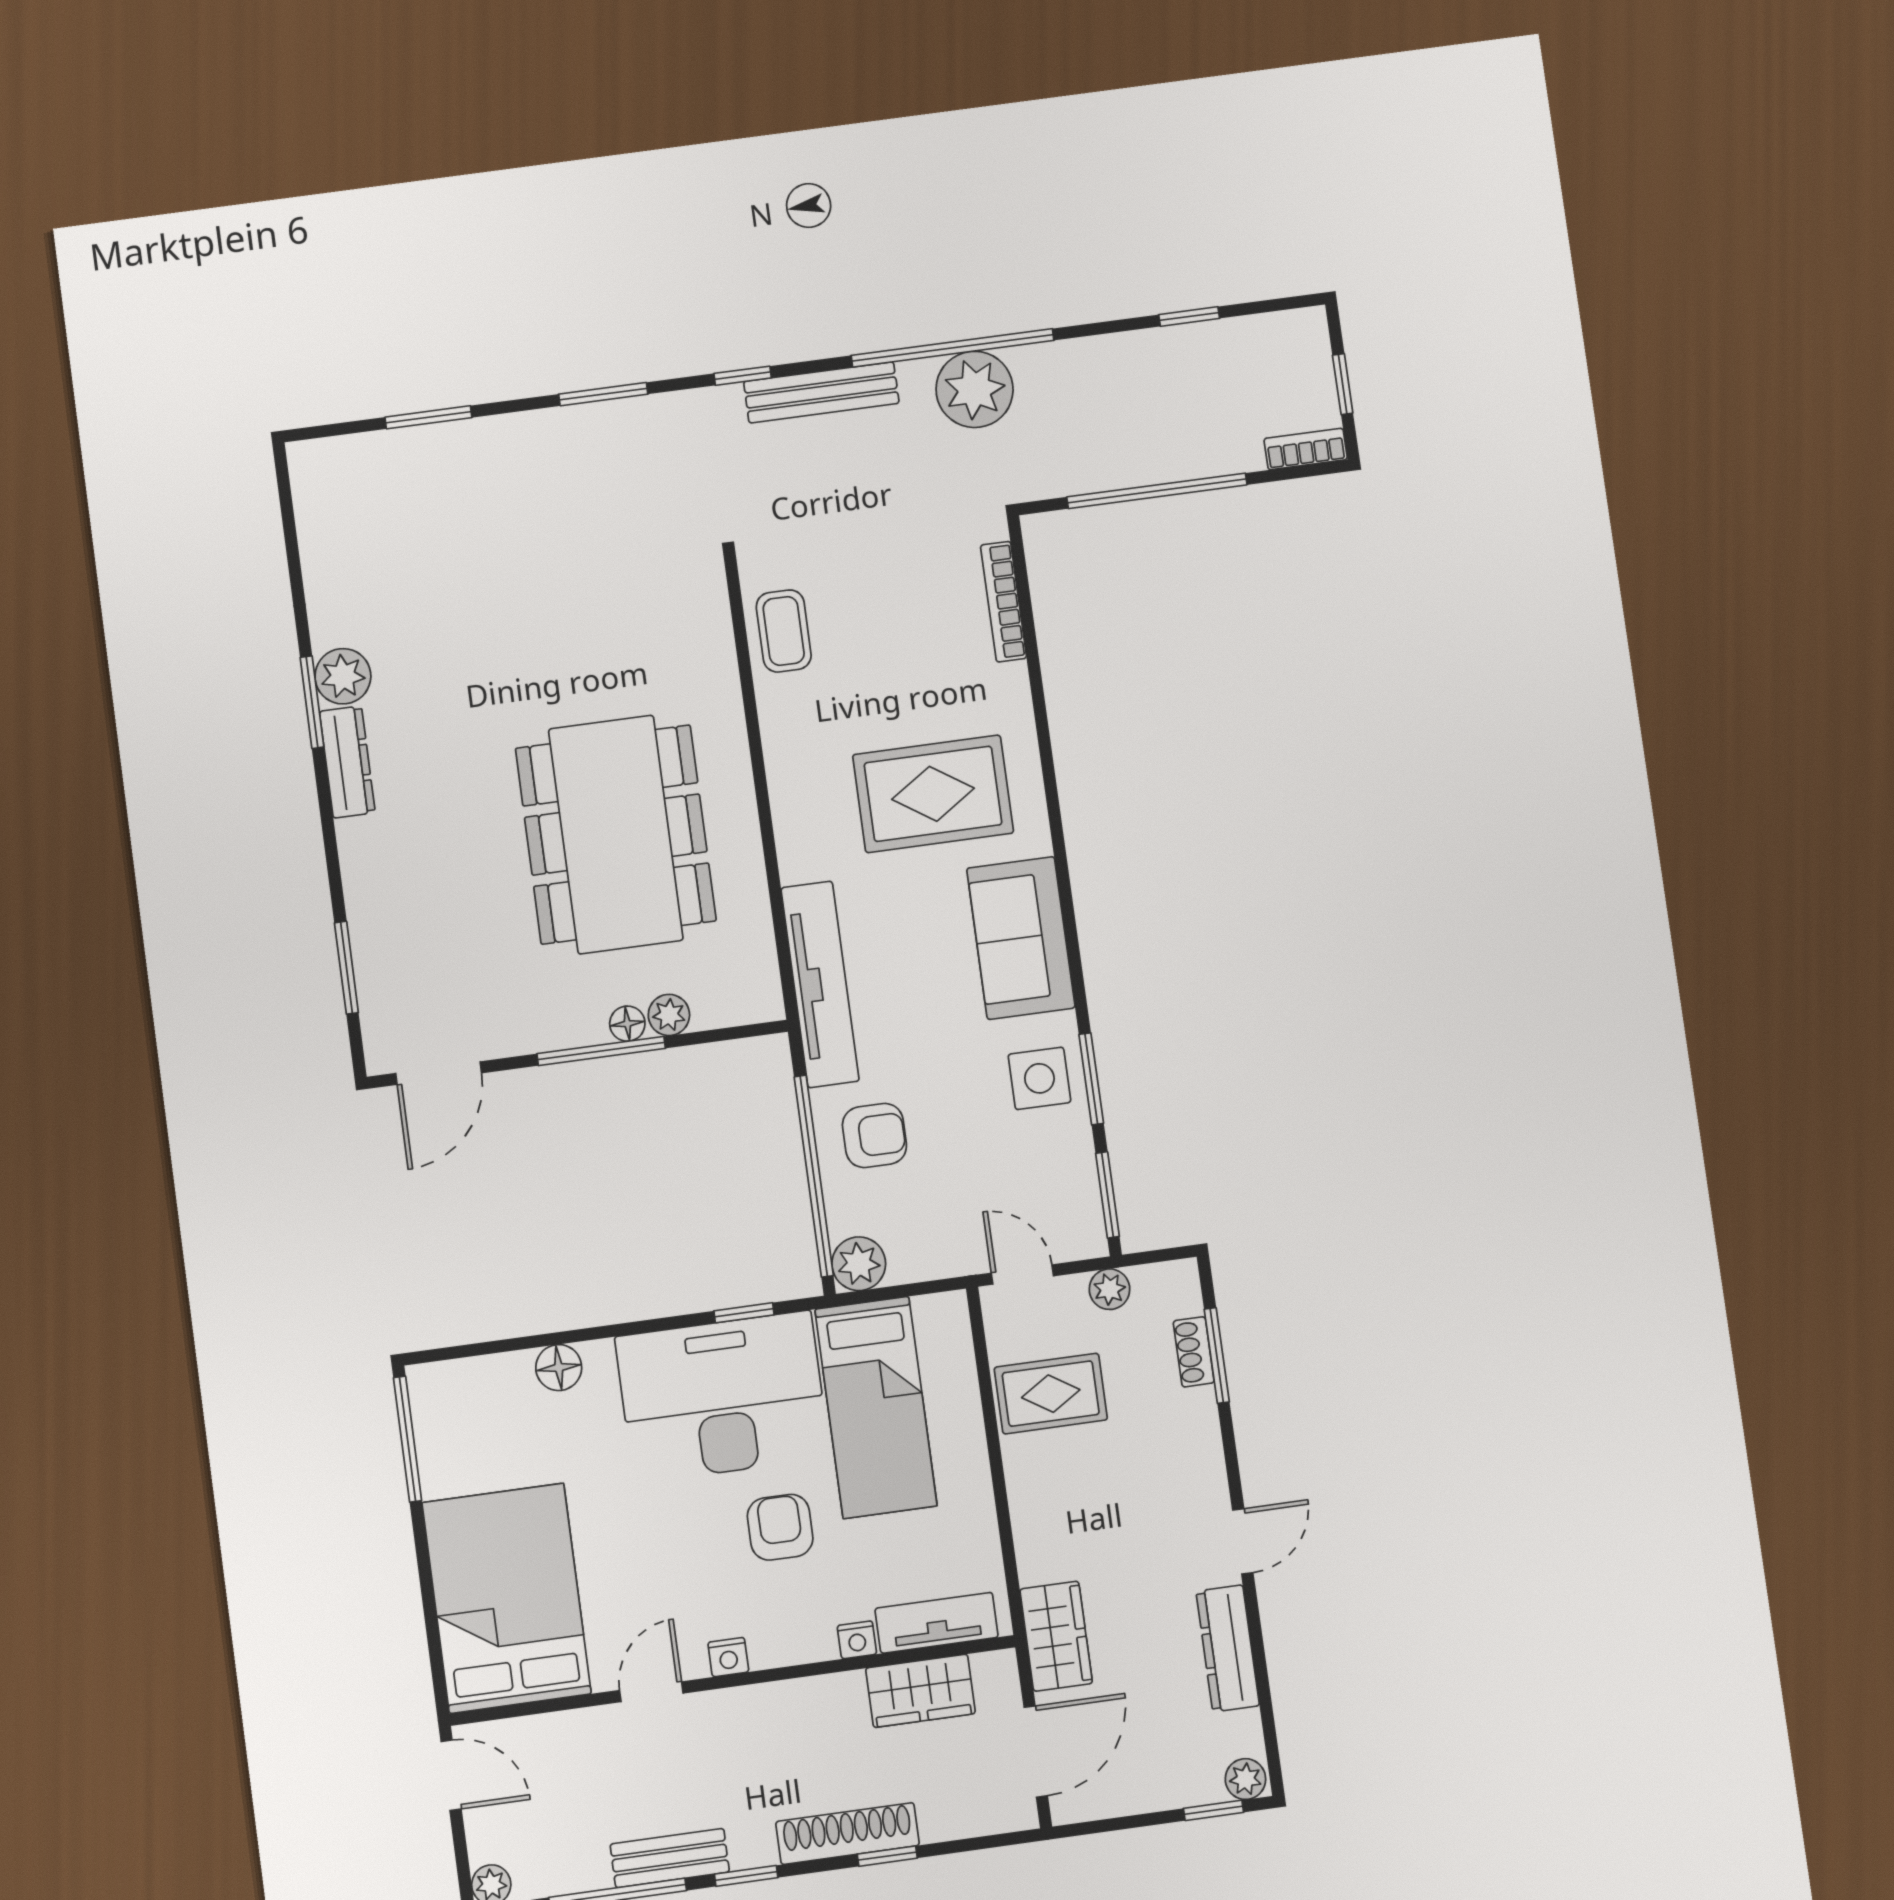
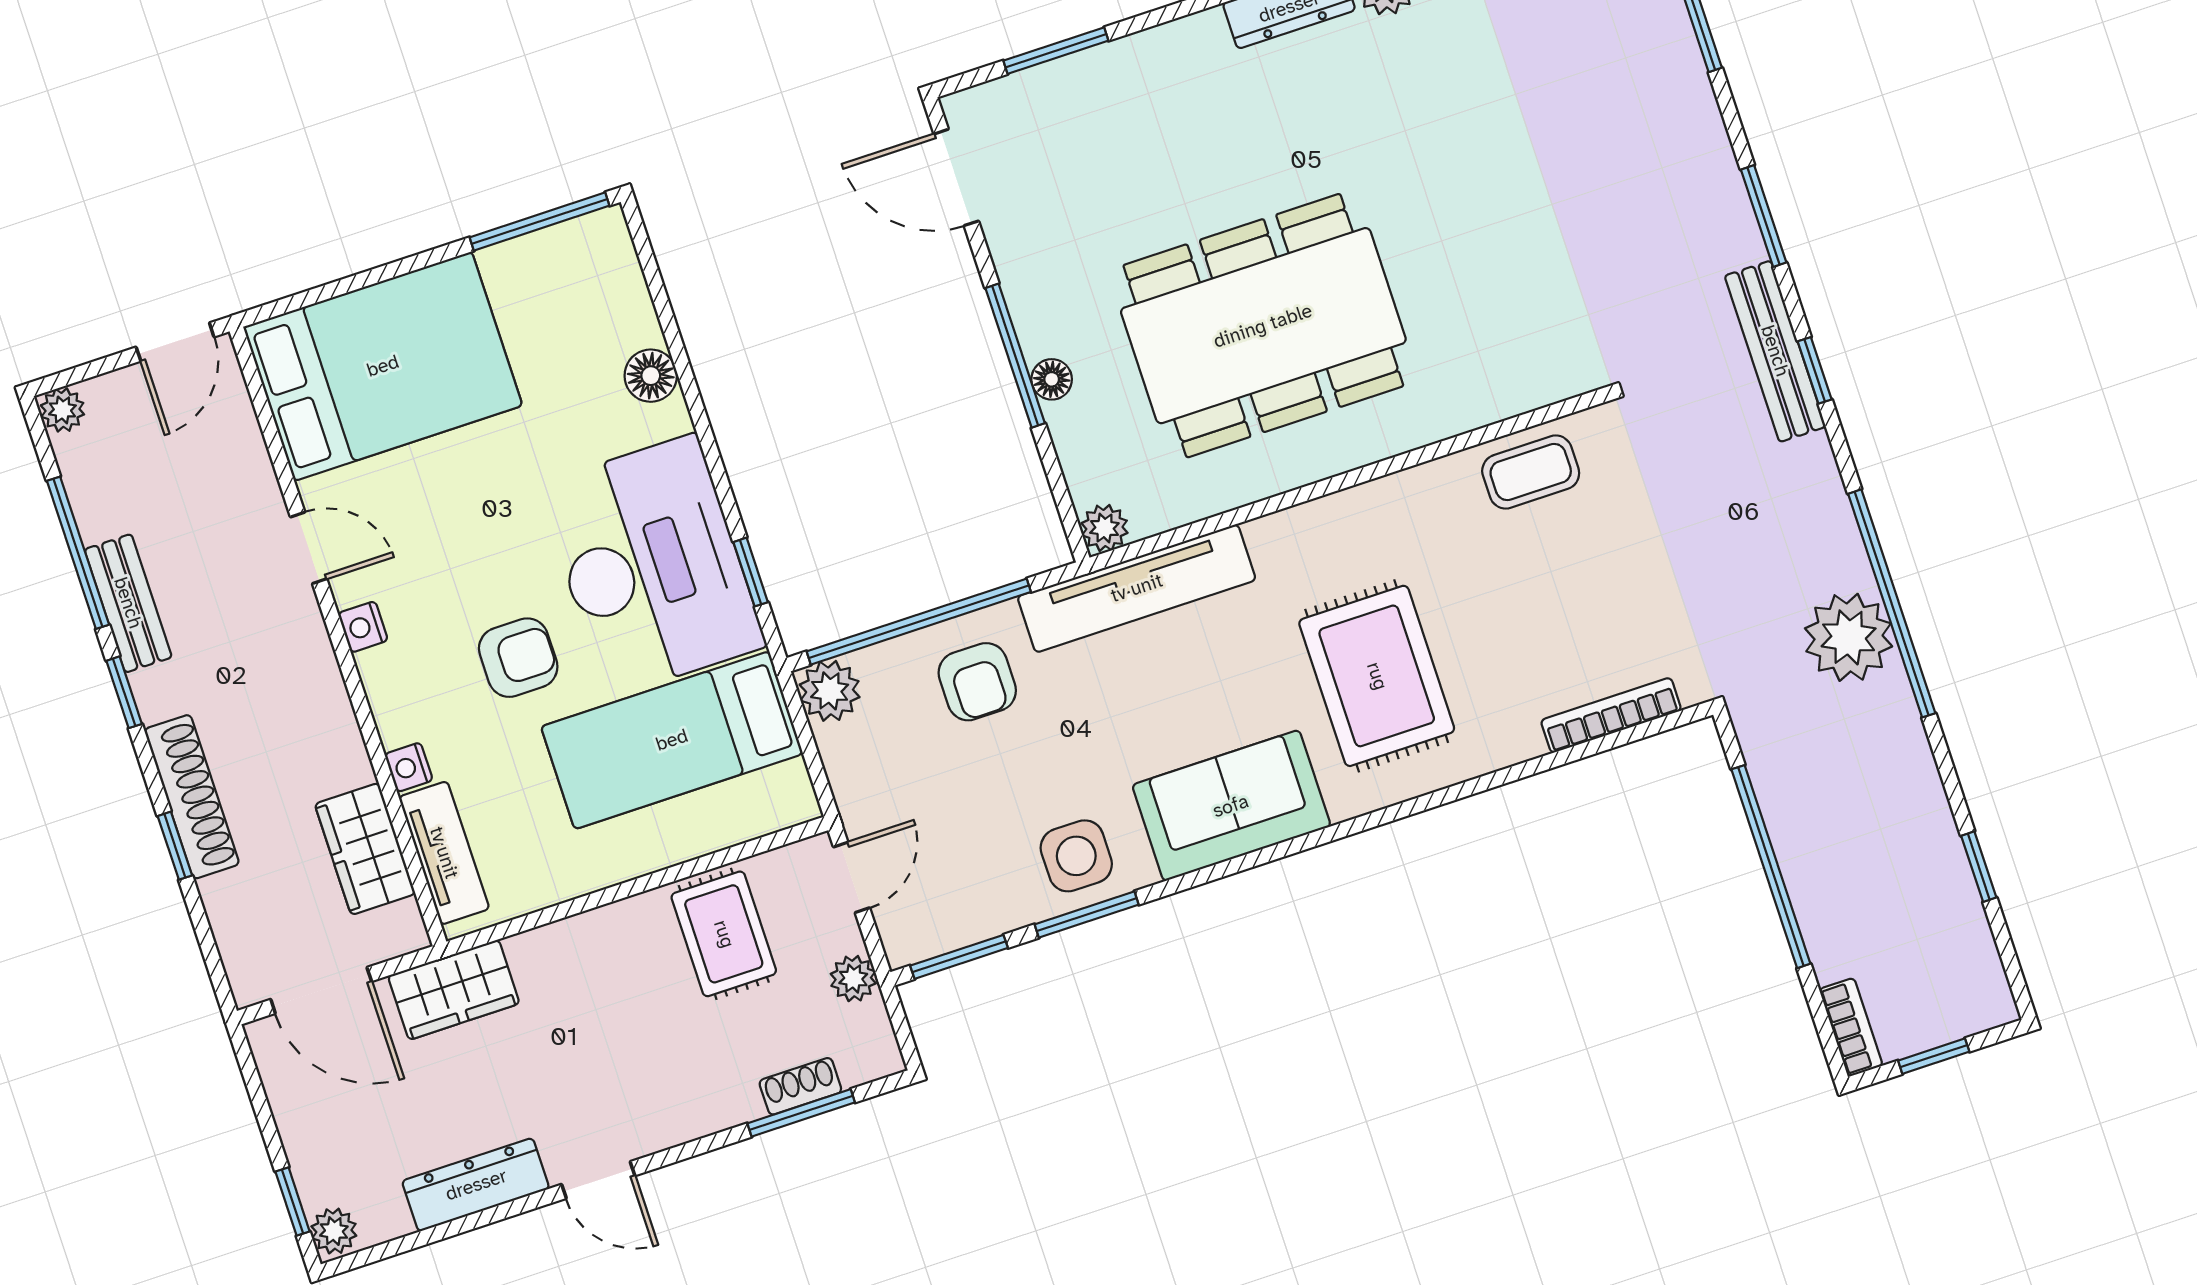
bench: (821, 392) -> (1775, 351), moved
plant: (669, 1015) -> (1104, 528), moved

